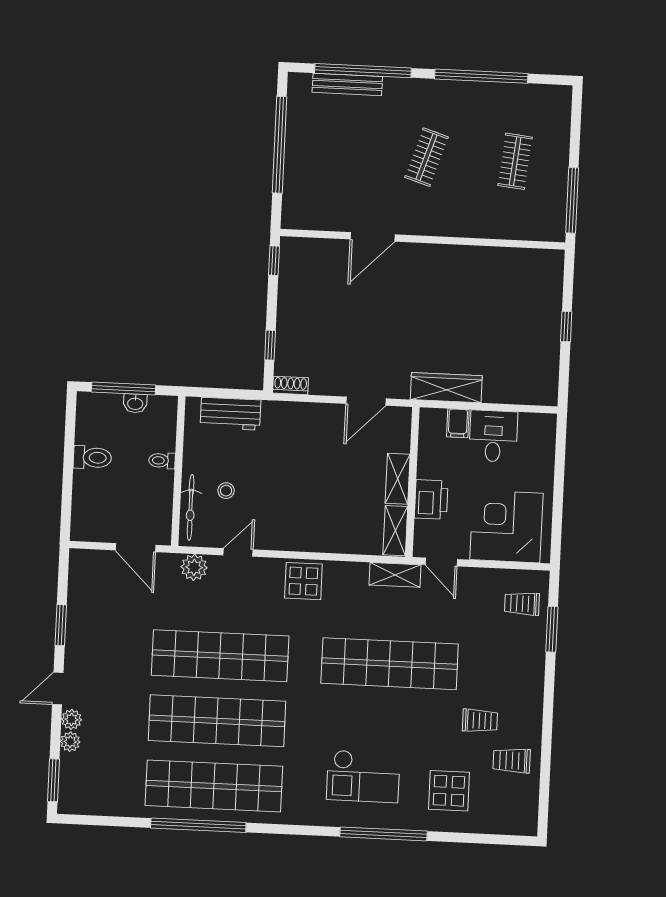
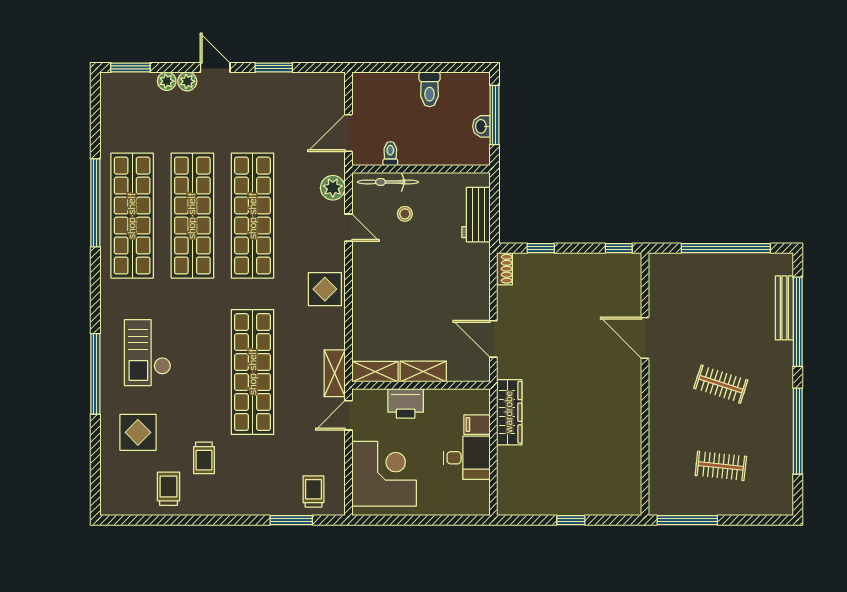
toilet: (162, 461) -> (390, 154), moved

